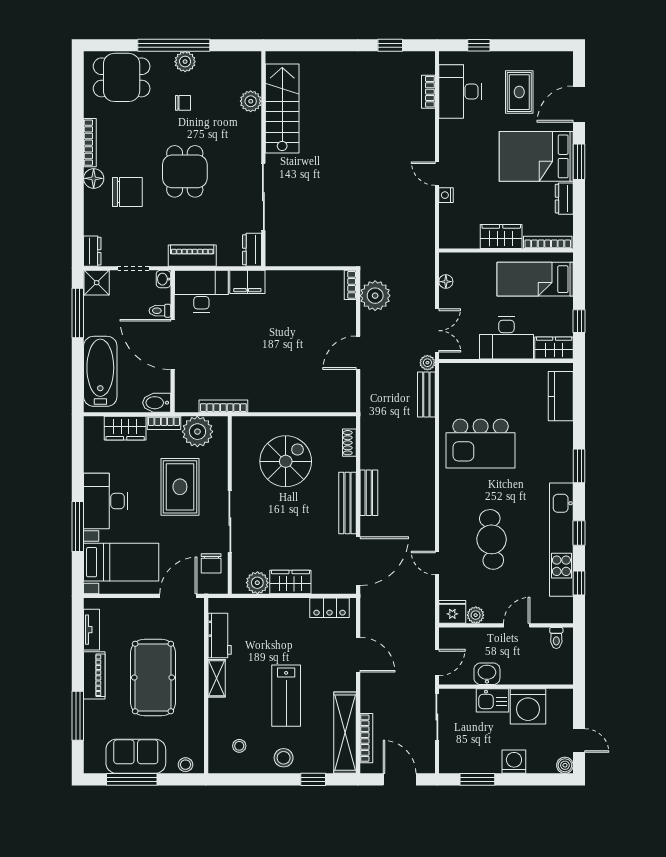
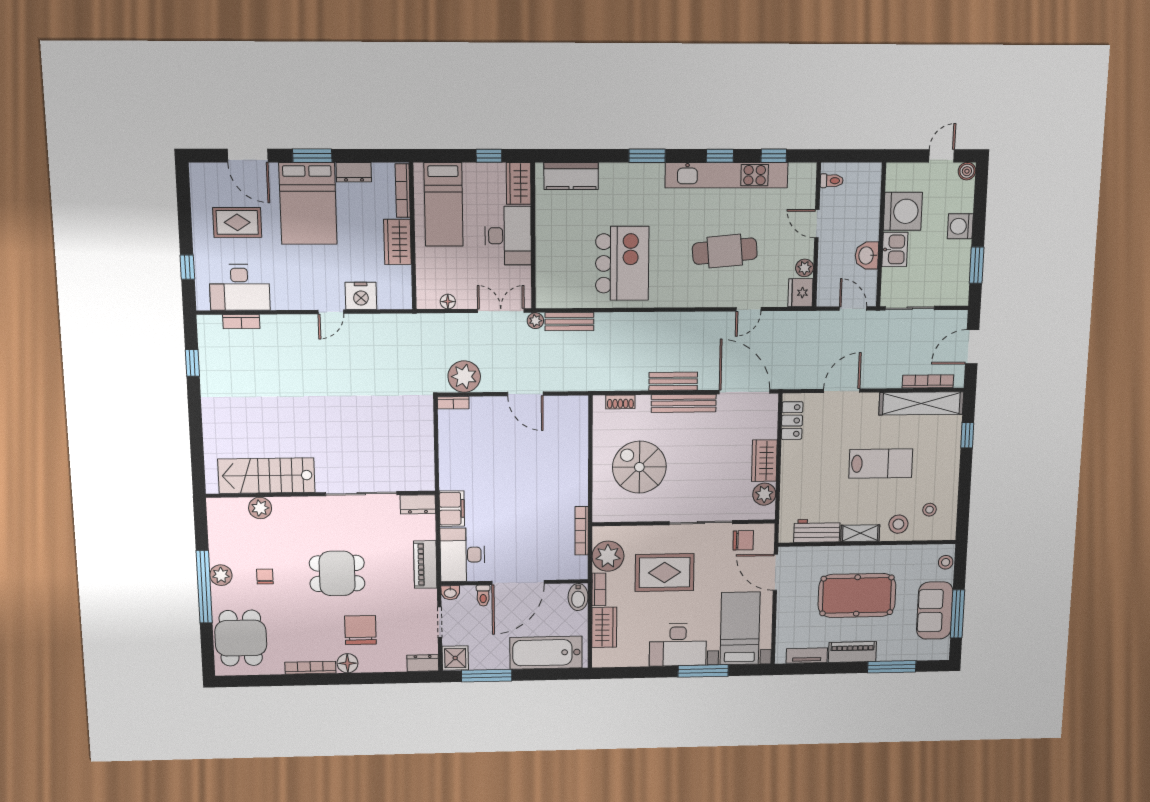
nightstand: (446, 195) -> (361, 296), width x1.89, depth x1.79
stool: (284, 758) -> (898, 524), moved

